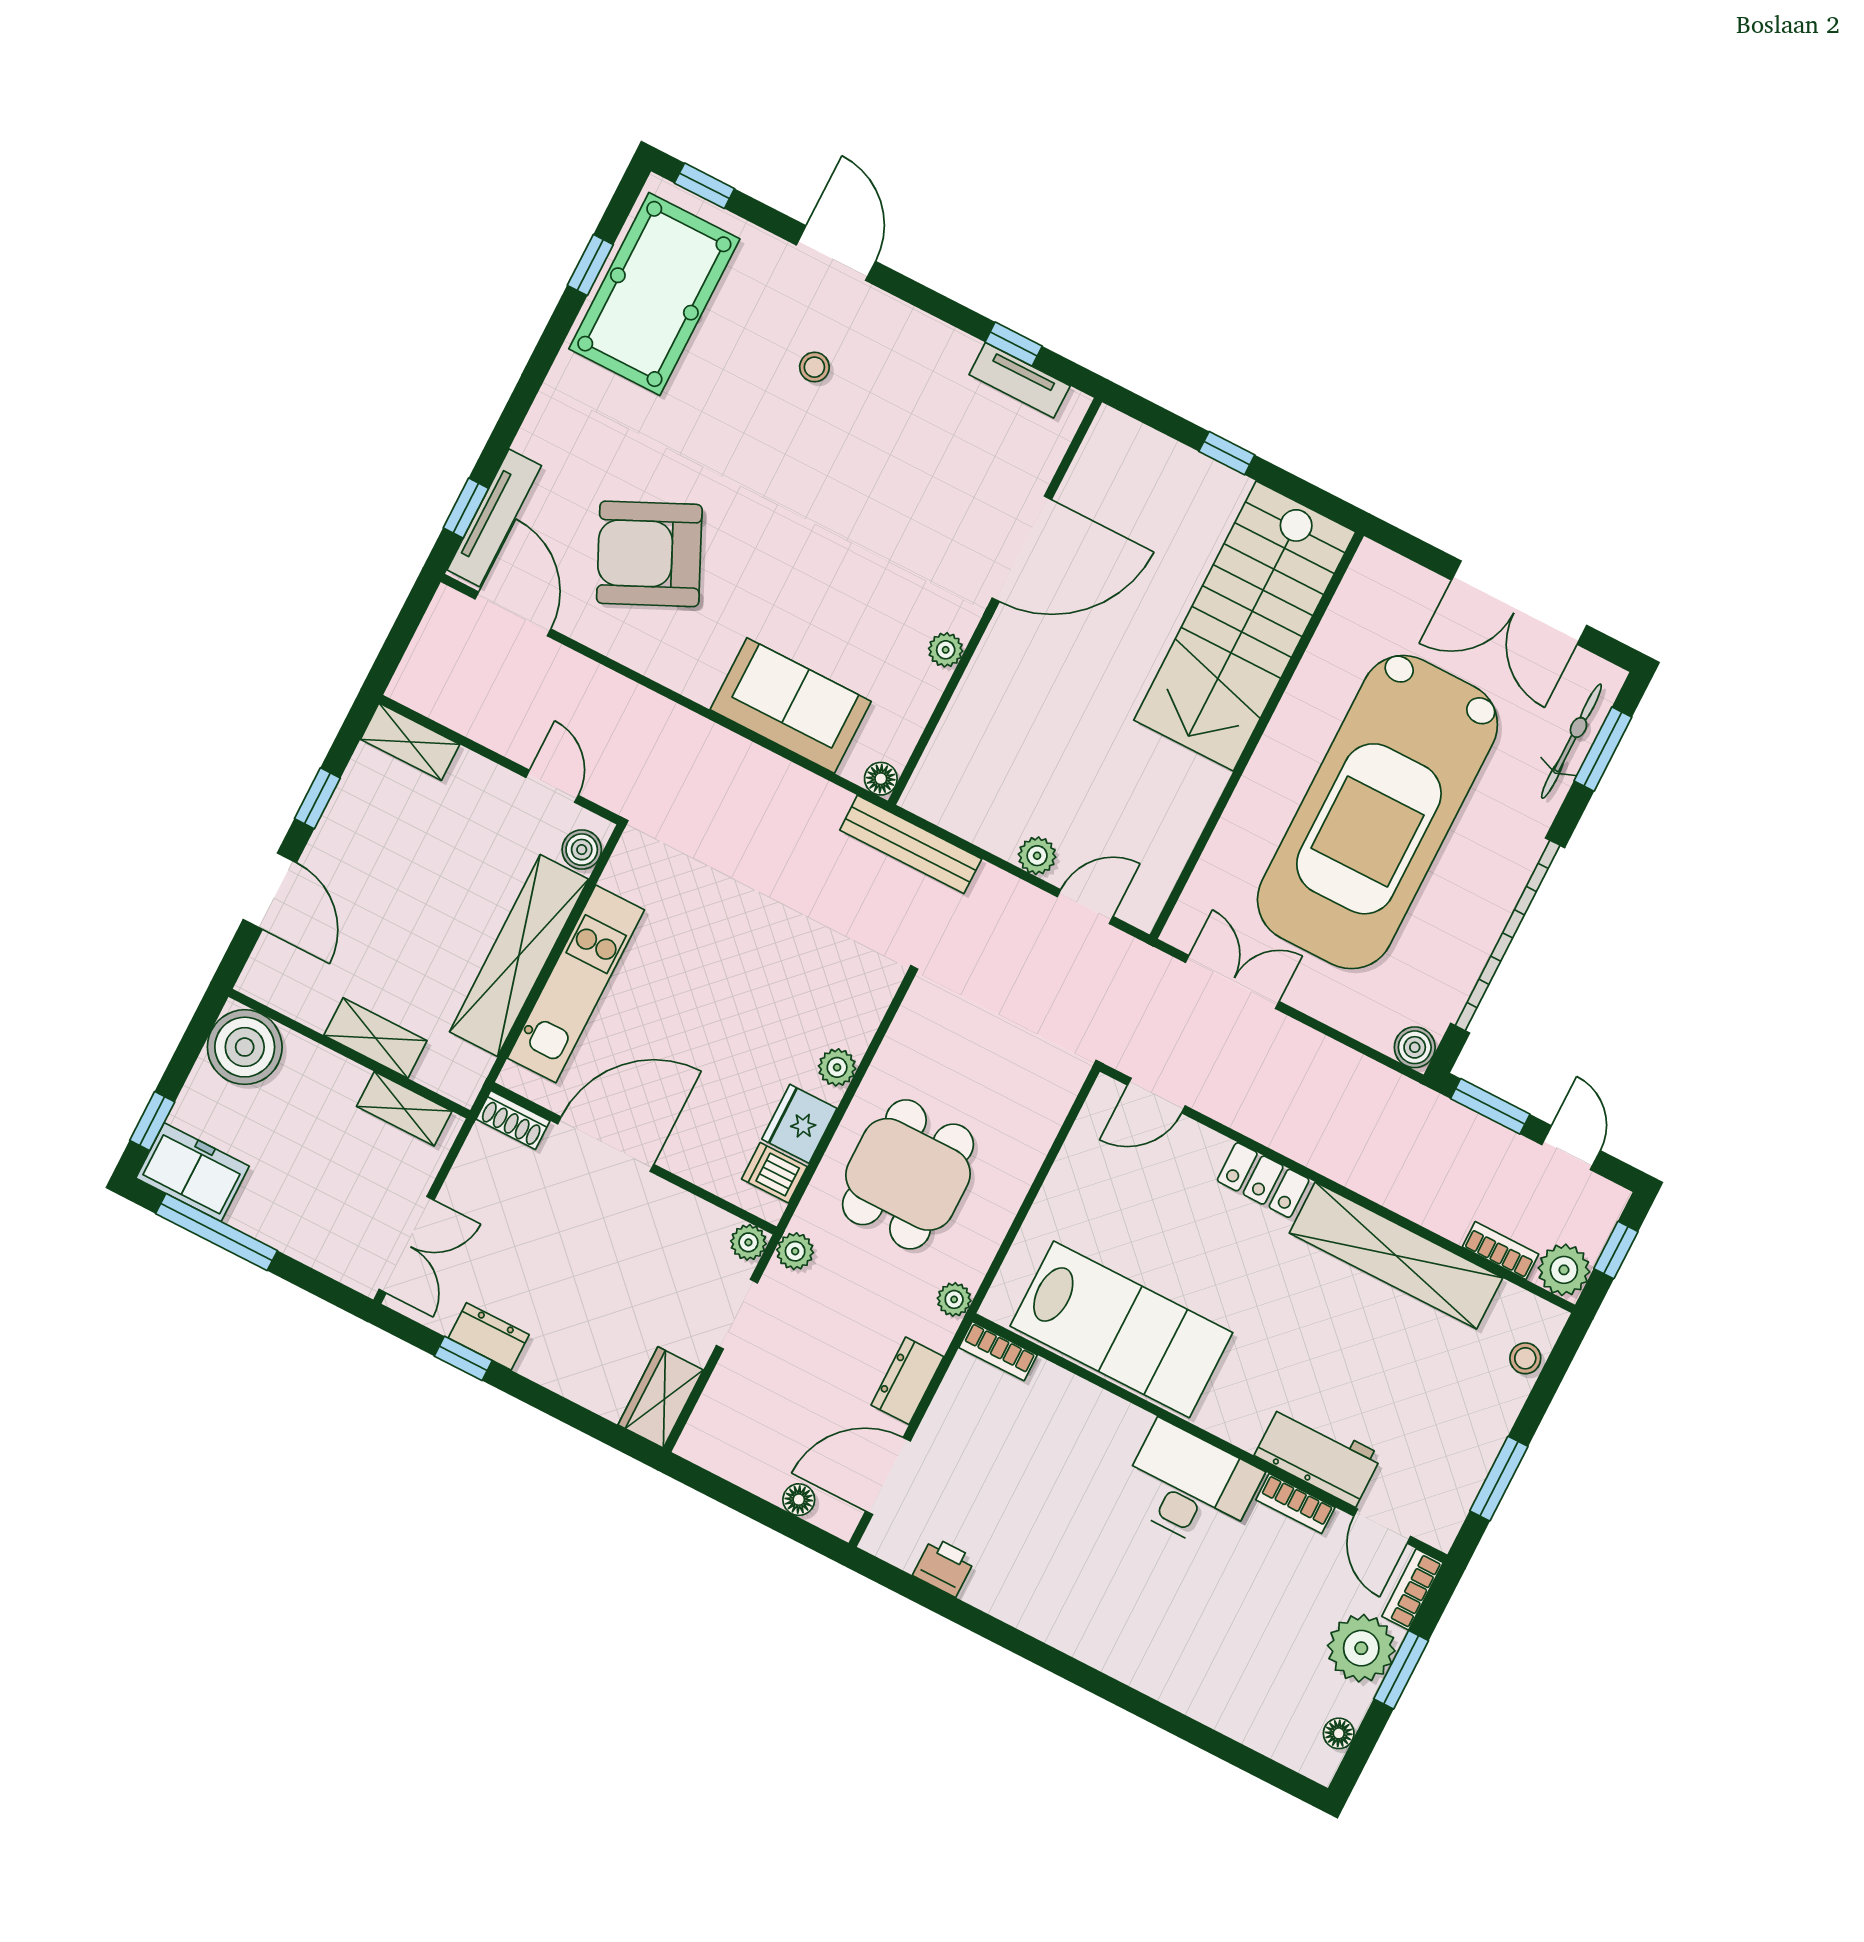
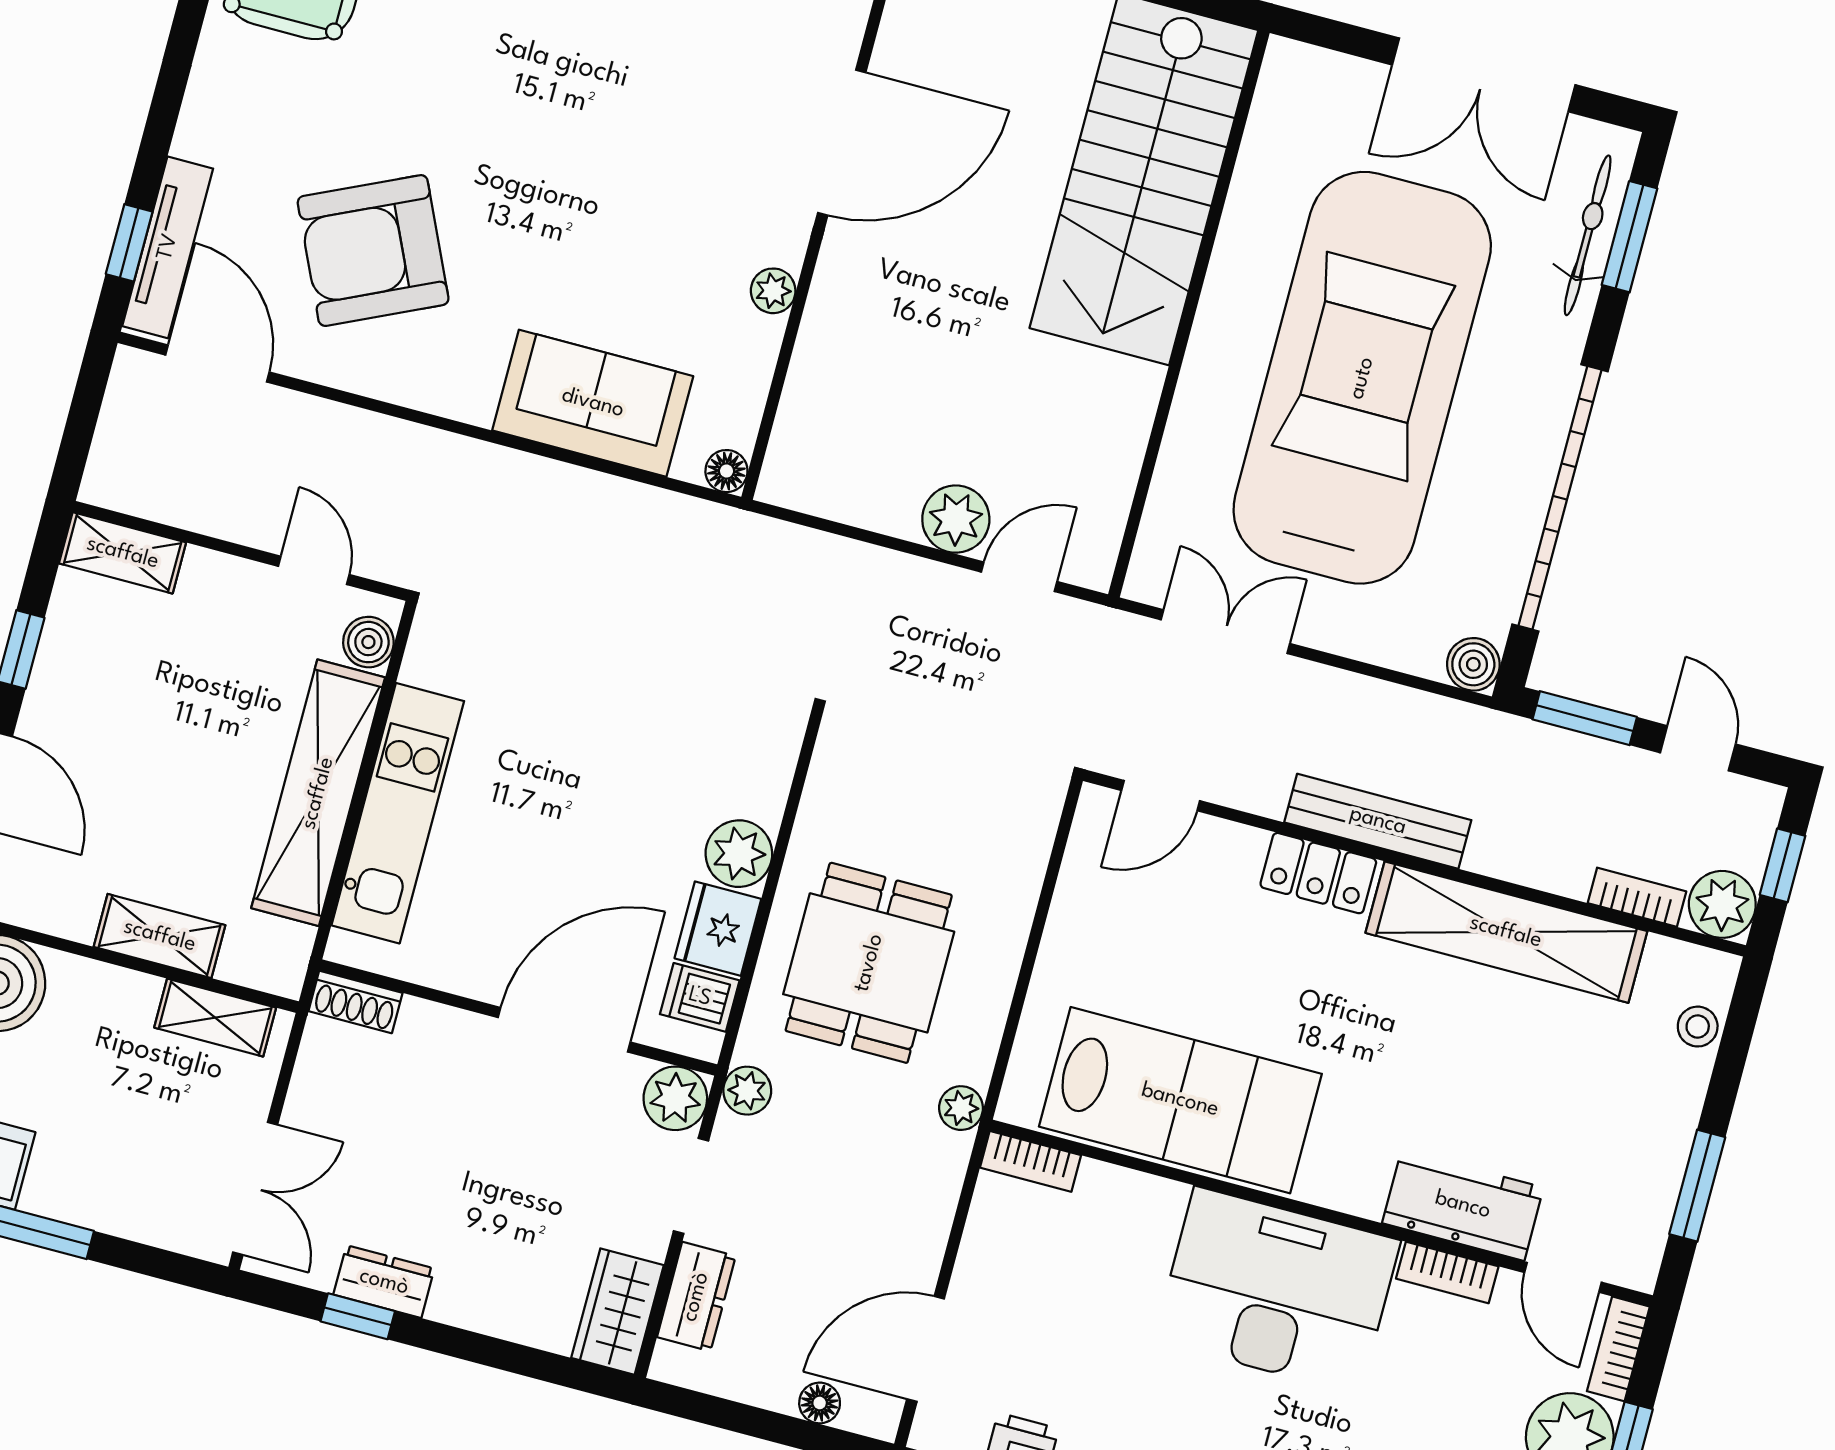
car: (1377, 812) -> (1362, 378), turned 180
bench: (911, 844) -> (1378, 821), moved
plant: (1037, 856) -> (956, 519), width x1.38, depth x1.38
plant: (837, 1067) -> (739, 854), width x1.38, depth x1.38
door: (606, 1144) -> (564, 1030), moved
plant: (748, 1242) -> (675, 1098), width x1.38, depth x1.38
dresser: (907, 1381) -> (696, 1297), moved, turned 180
desk: (1190, 1487) -> (1277, 1290), width x1.36, depth x1.30

